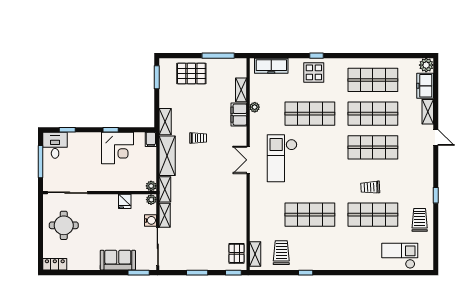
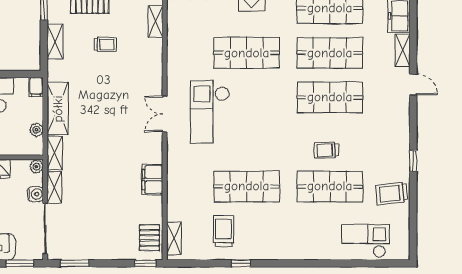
plant: (255, 107) -> (173, 44), removed
filing cabinet: (239, 115) -> (152, 180), moved
shelving: (165, 122) -> (55, 41), moved
trolley: (198, 138) -> (105, 44), moved
plant: (151, 186) -> (36, 130), moved
trolley: (420, 220) -> (392, 193), turned -96
trolley: (281, 253) -> (224, 231), moved
window: (197, 273) -> (75, 263), moved

